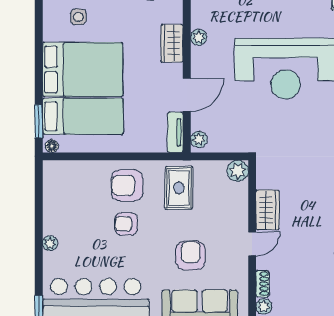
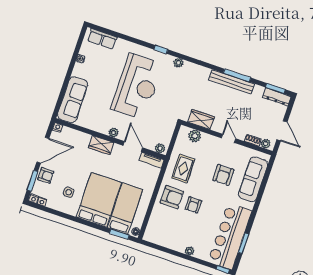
plant: (199, 37) -> (113, 133), moved
plant: (238, 171) -> (195, 136), moved
armchair: (127, 185) -> (172, 197), turned -89
rug: (179, 188) -> (183, 169), turned 90
wardrobe: (268, 210) -> (201, 119), moved
armchair: (191, 256) -> (223, 175), turned -90

